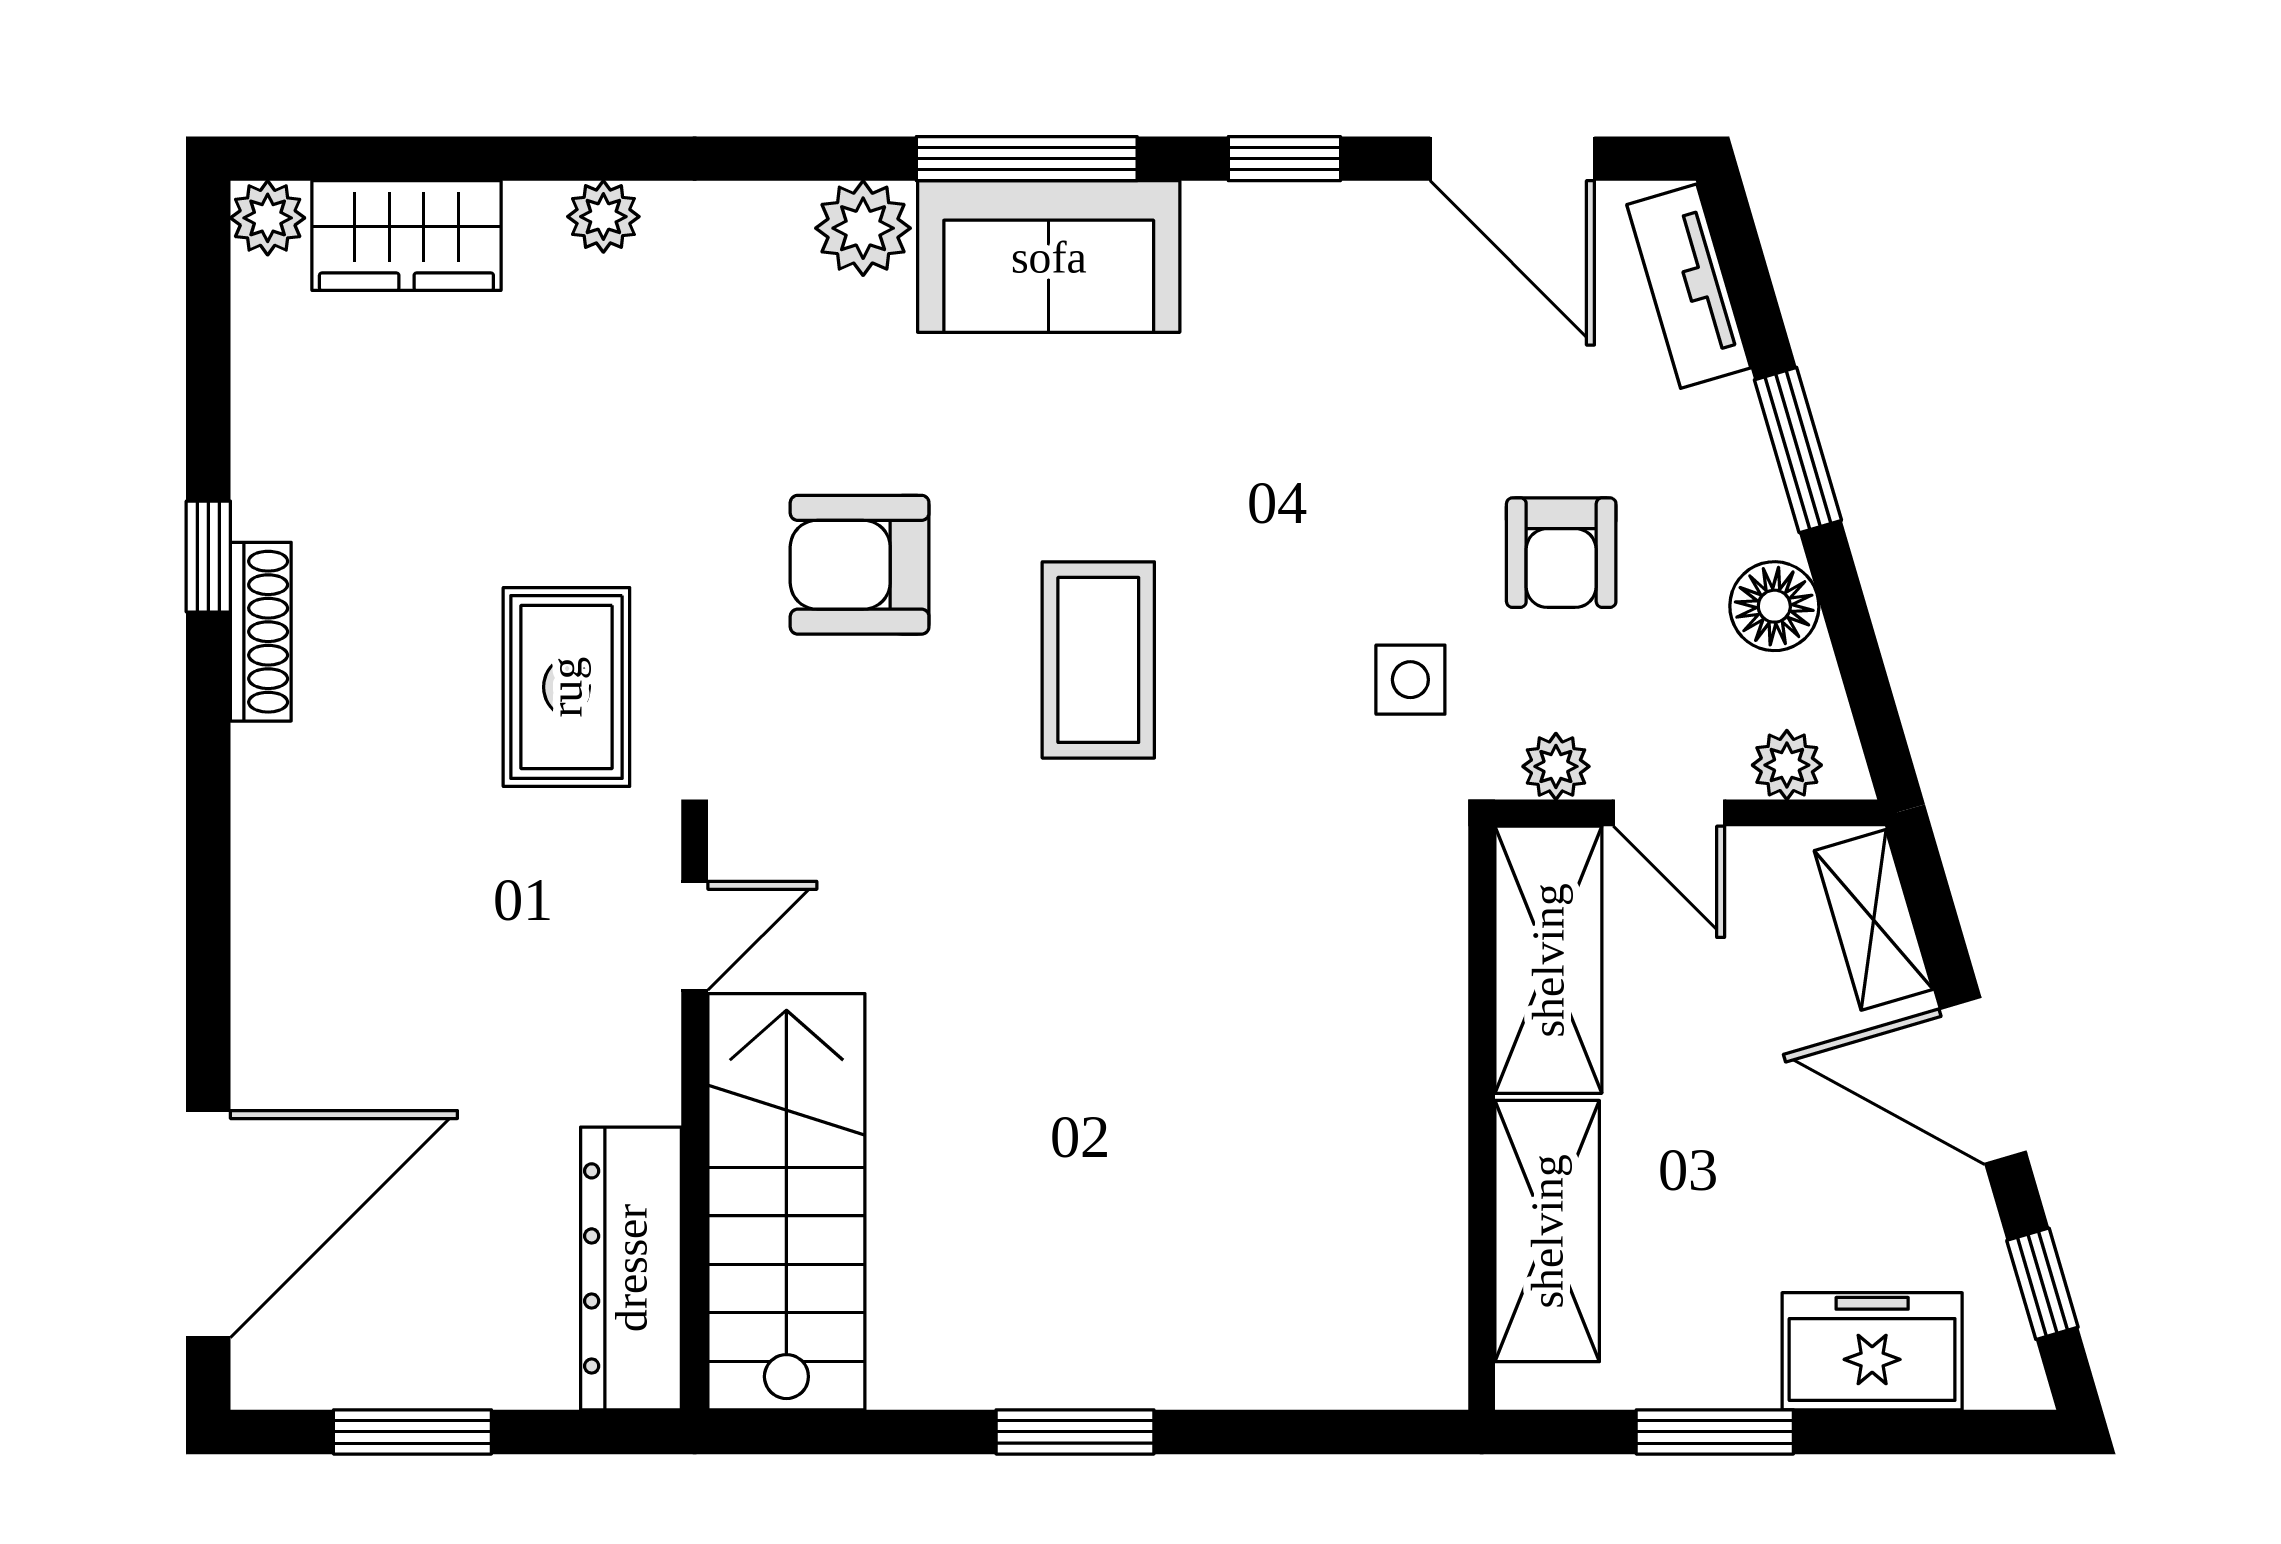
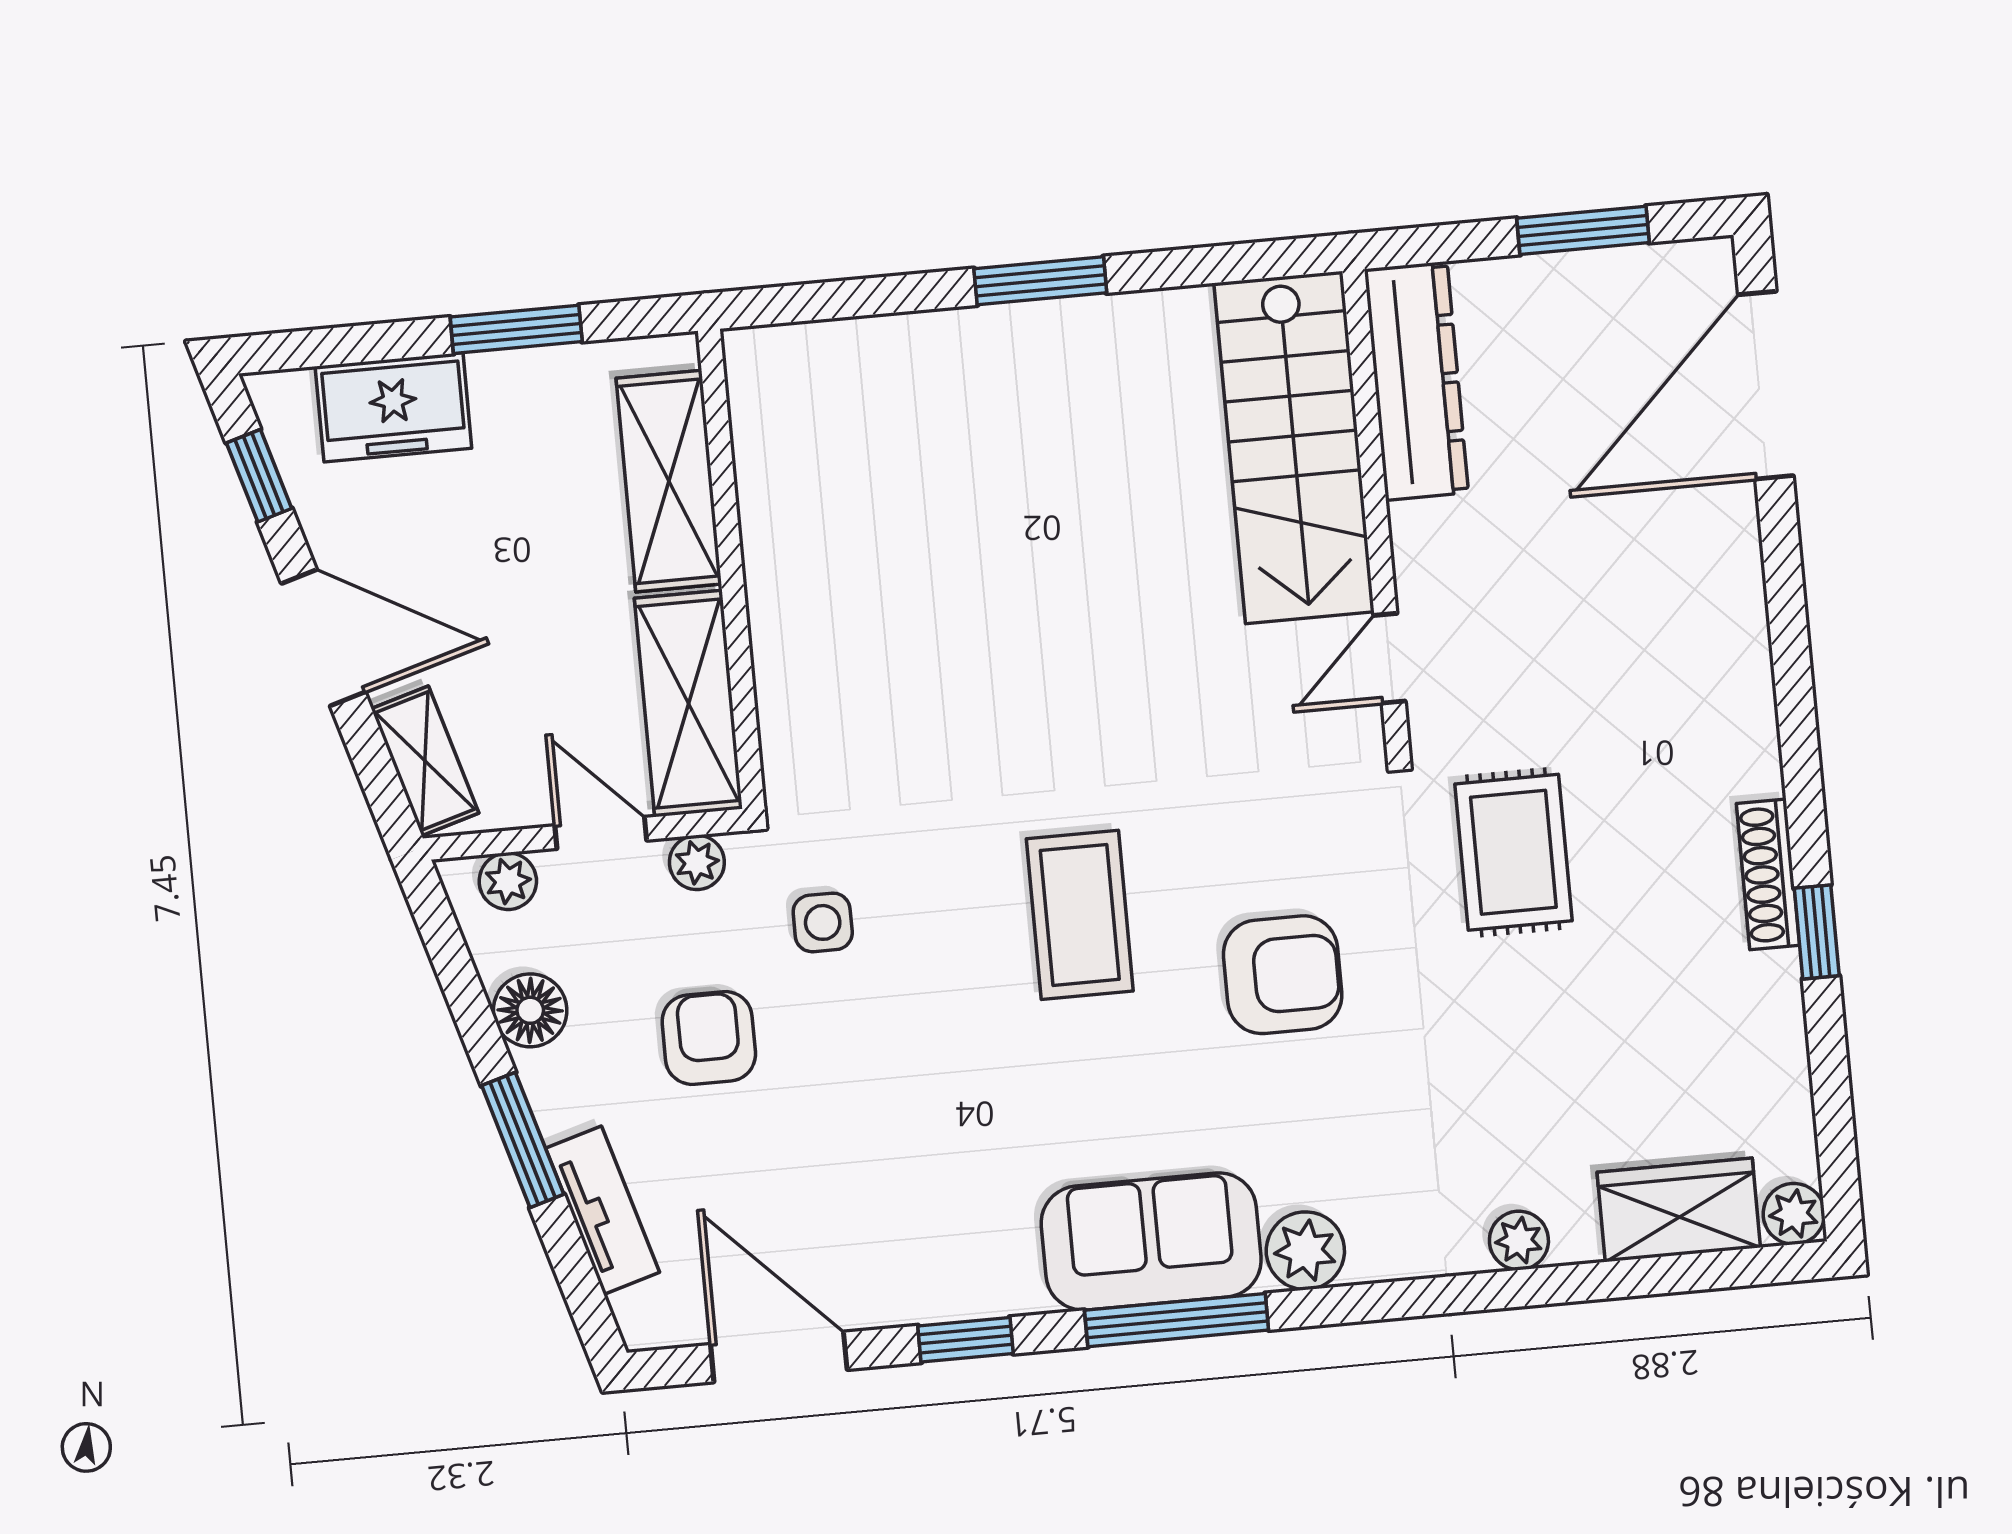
tv unit: (1689, 286) -> (603, 1210), moved

